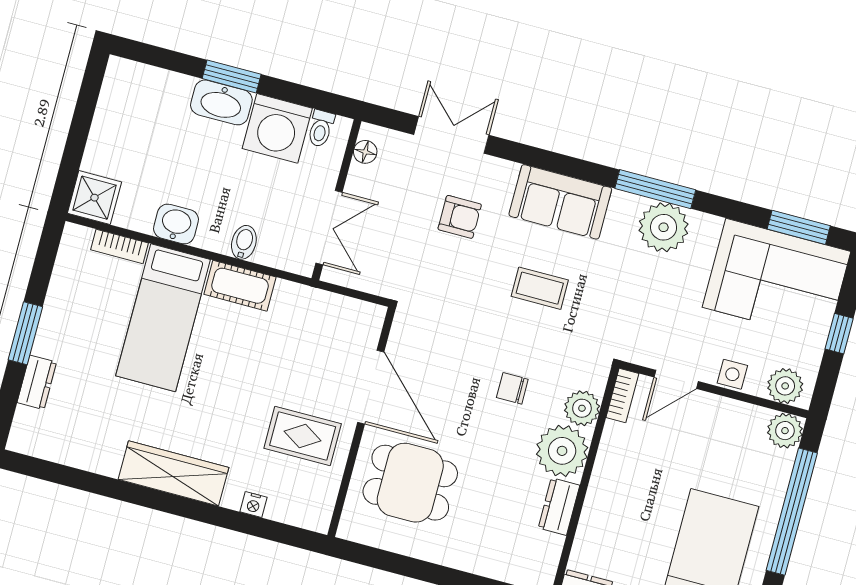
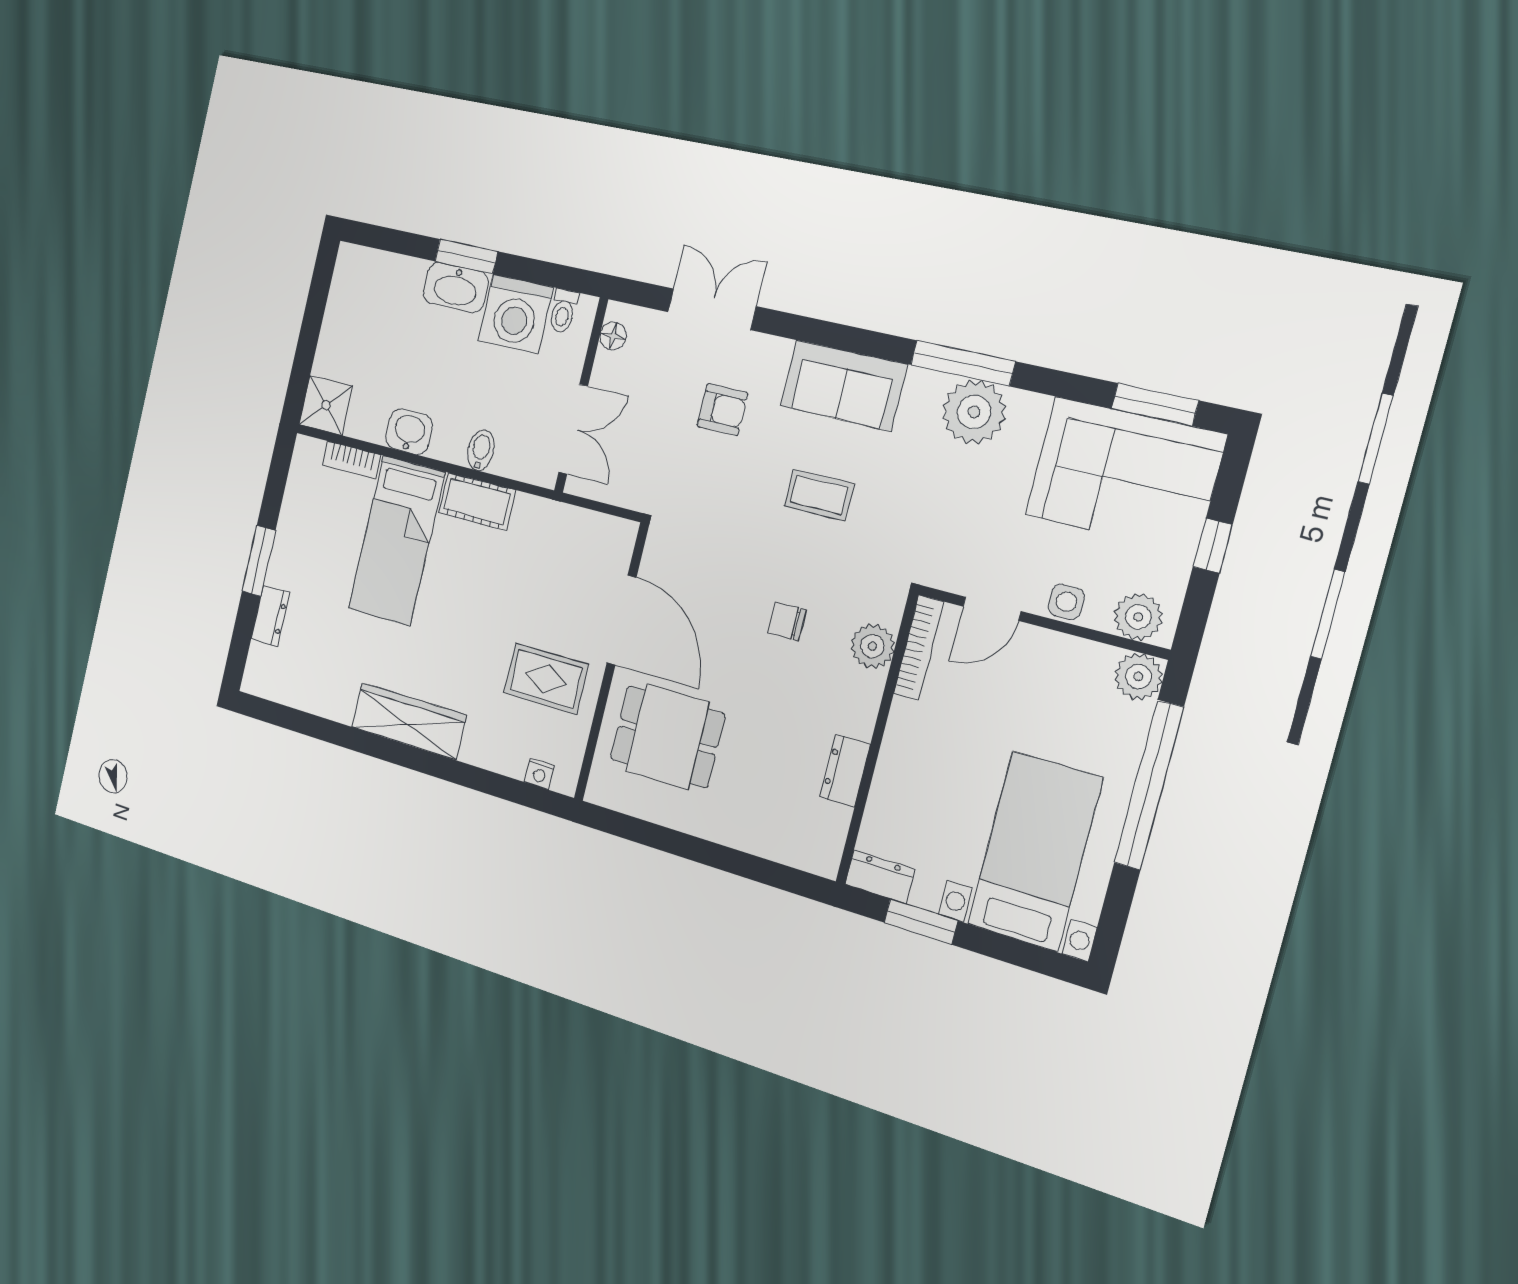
bookcase: (622, 396) -> (919, 648), width x1.56
plant: (562, 451) -> (848, 700), removed
nightstand: (254, 504) -> (540, 774), moved

